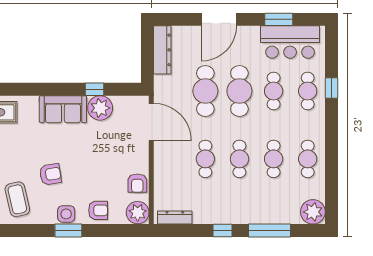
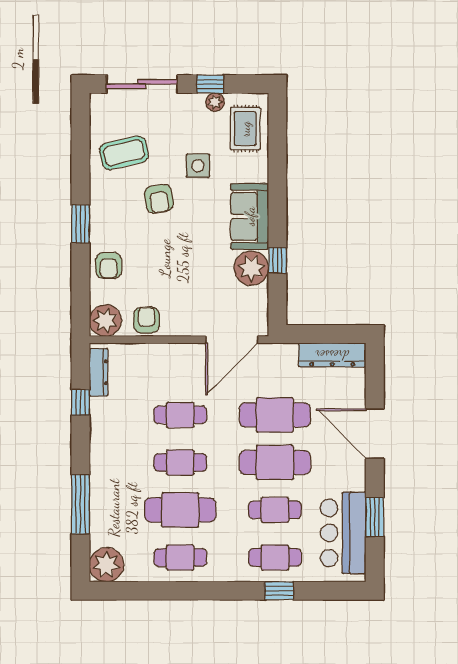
cafe table: (274, 159) -> (180, 510), width x1.37, depth x1.35
armchair: (137, 183) -> (146, 320), turned 90
side table: (66, 214) -> (198, 166), moved
window: (222, 231) -> (80, 402), moved

